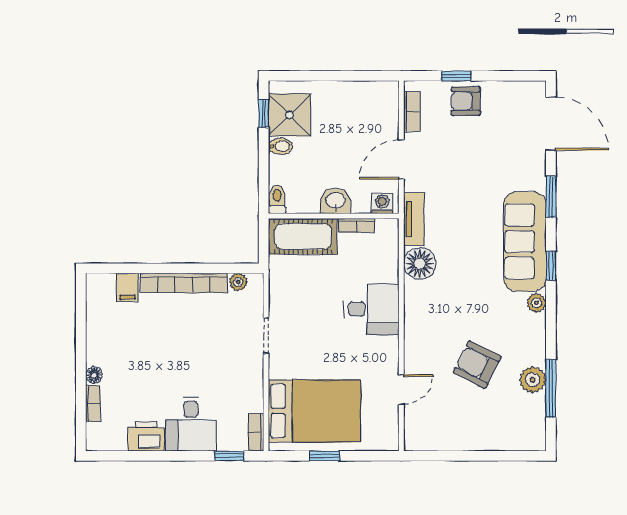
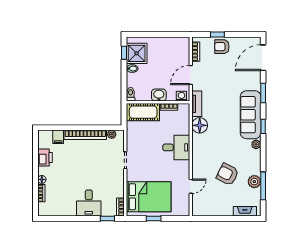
door: (551, 124) -> (263, 58), swing flipped
printer: (146, 436) -> (45, 158), moved, turned 90
fireplace: (513, 441) -> (245, 211), added

